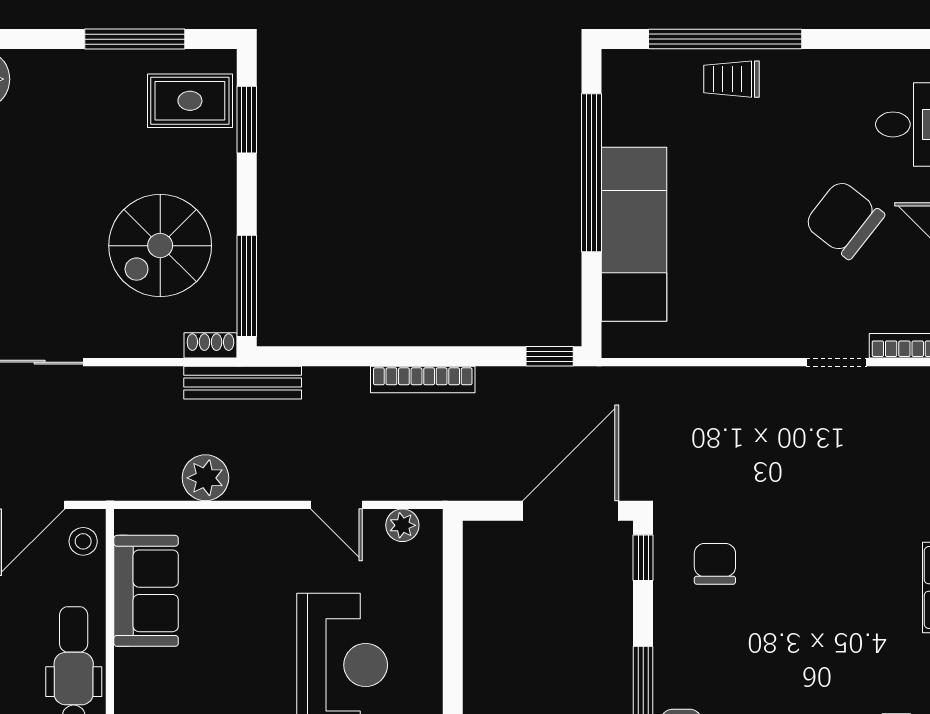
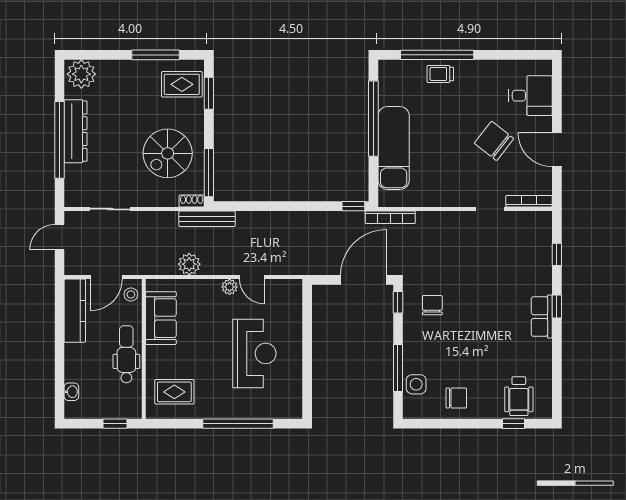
bookcase: (423, 379) -> (390, 217), moved
plant: (402, 525) -> (230, 287), moved

